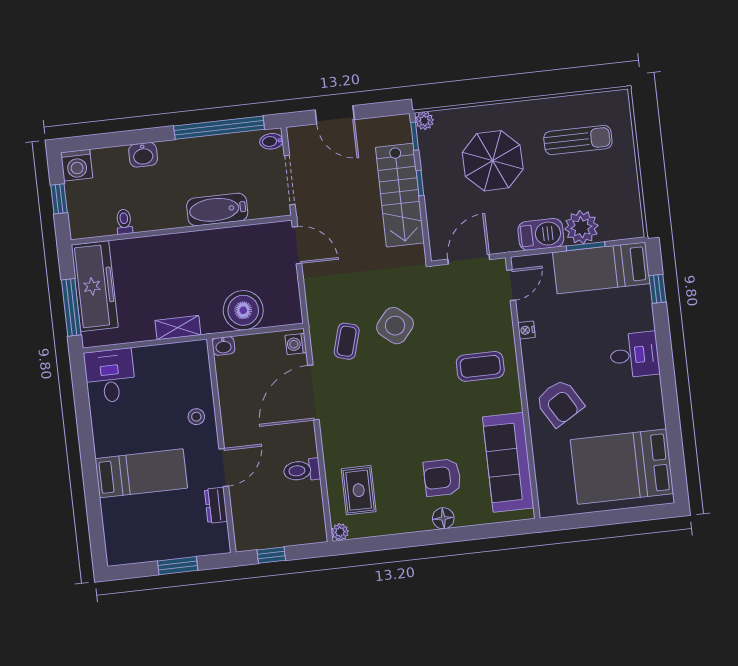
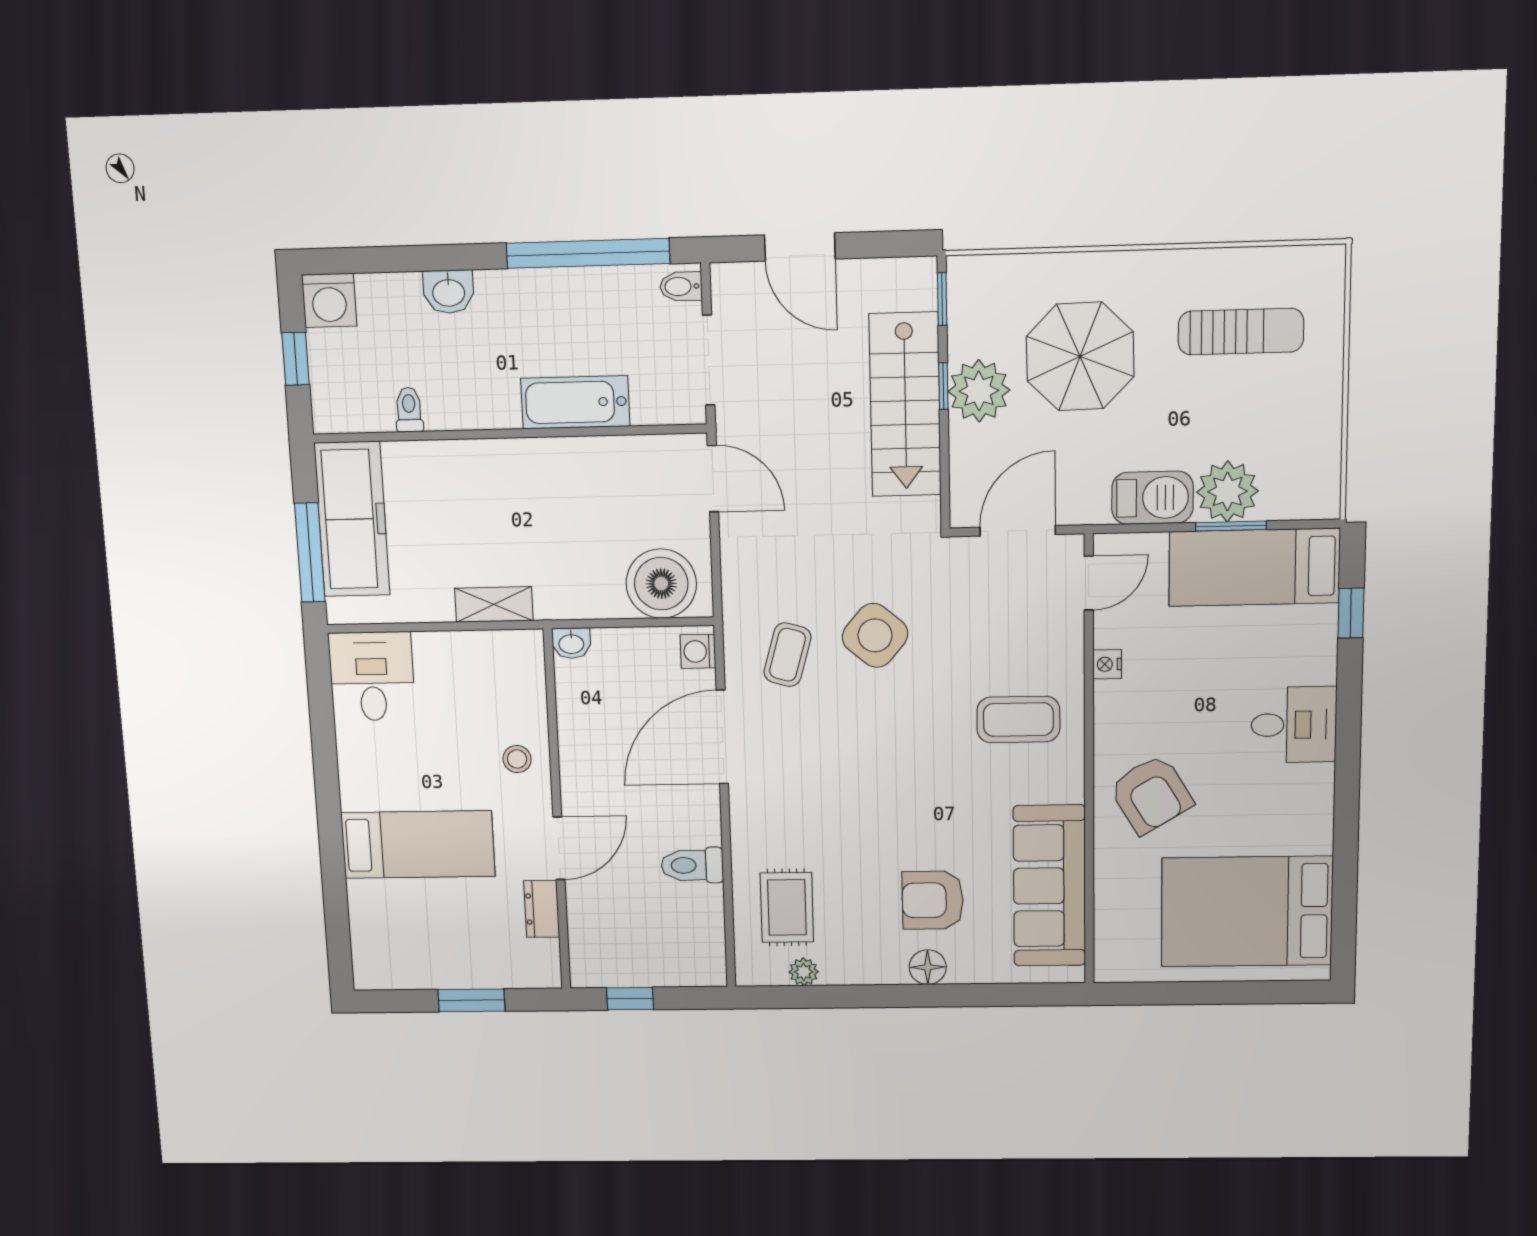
plant: (424, 121) -> (979, 391), moved, width x1.88, depth x1.88
boiler: (243, 310) -> (661, 584), moved
plant: (340, 532) -> (804, 972), moved

